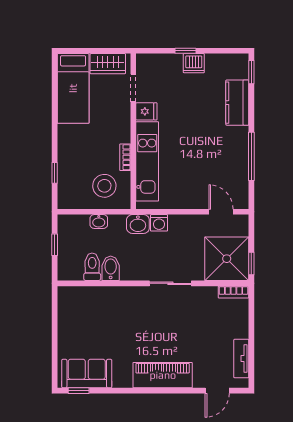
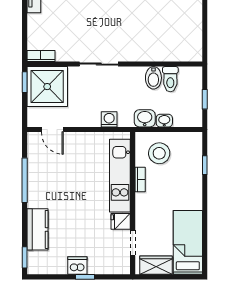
washbasin: (138, 224) -> (145, 118), moved

